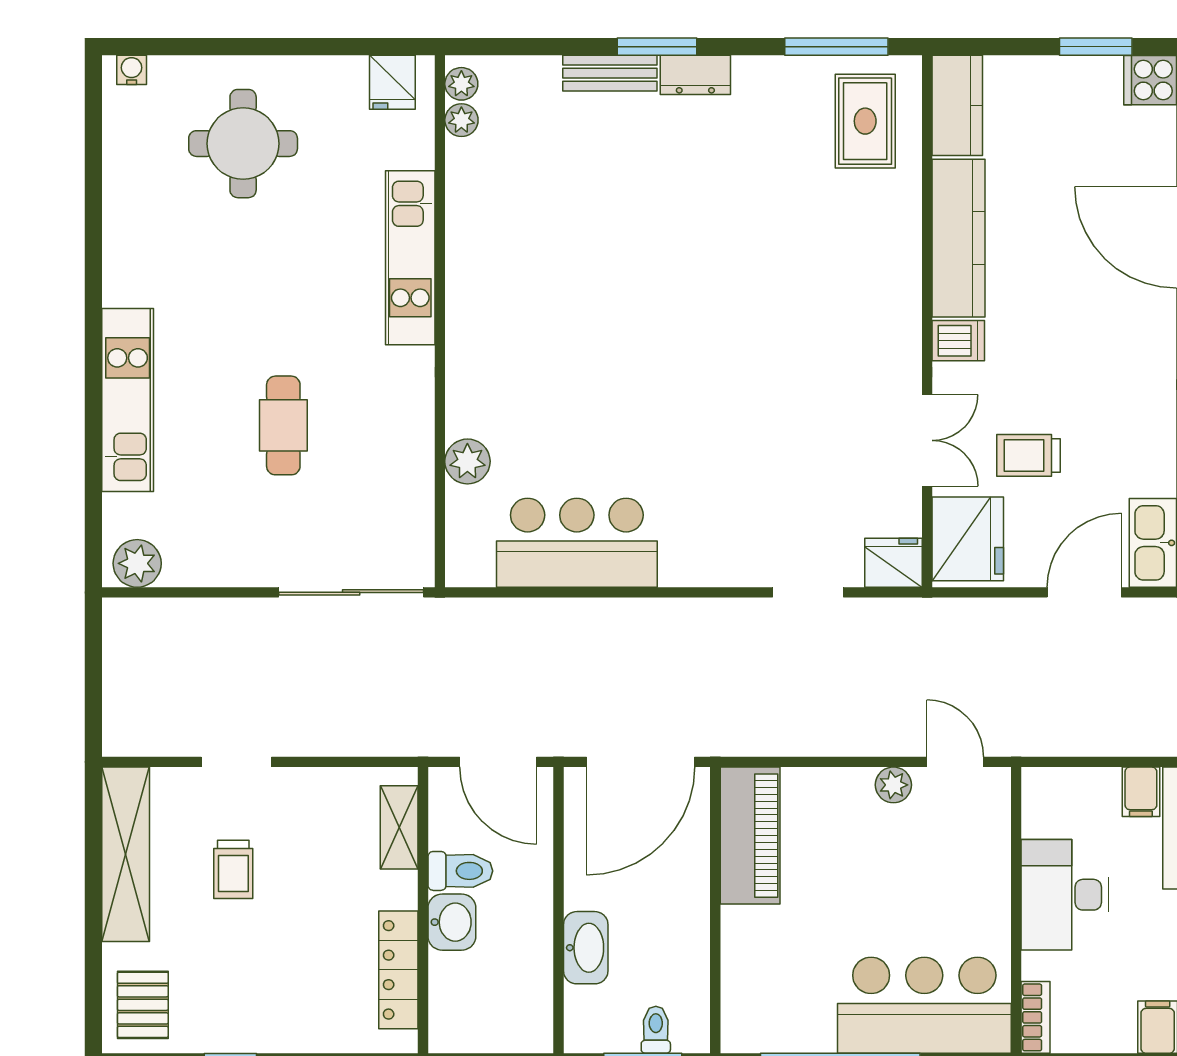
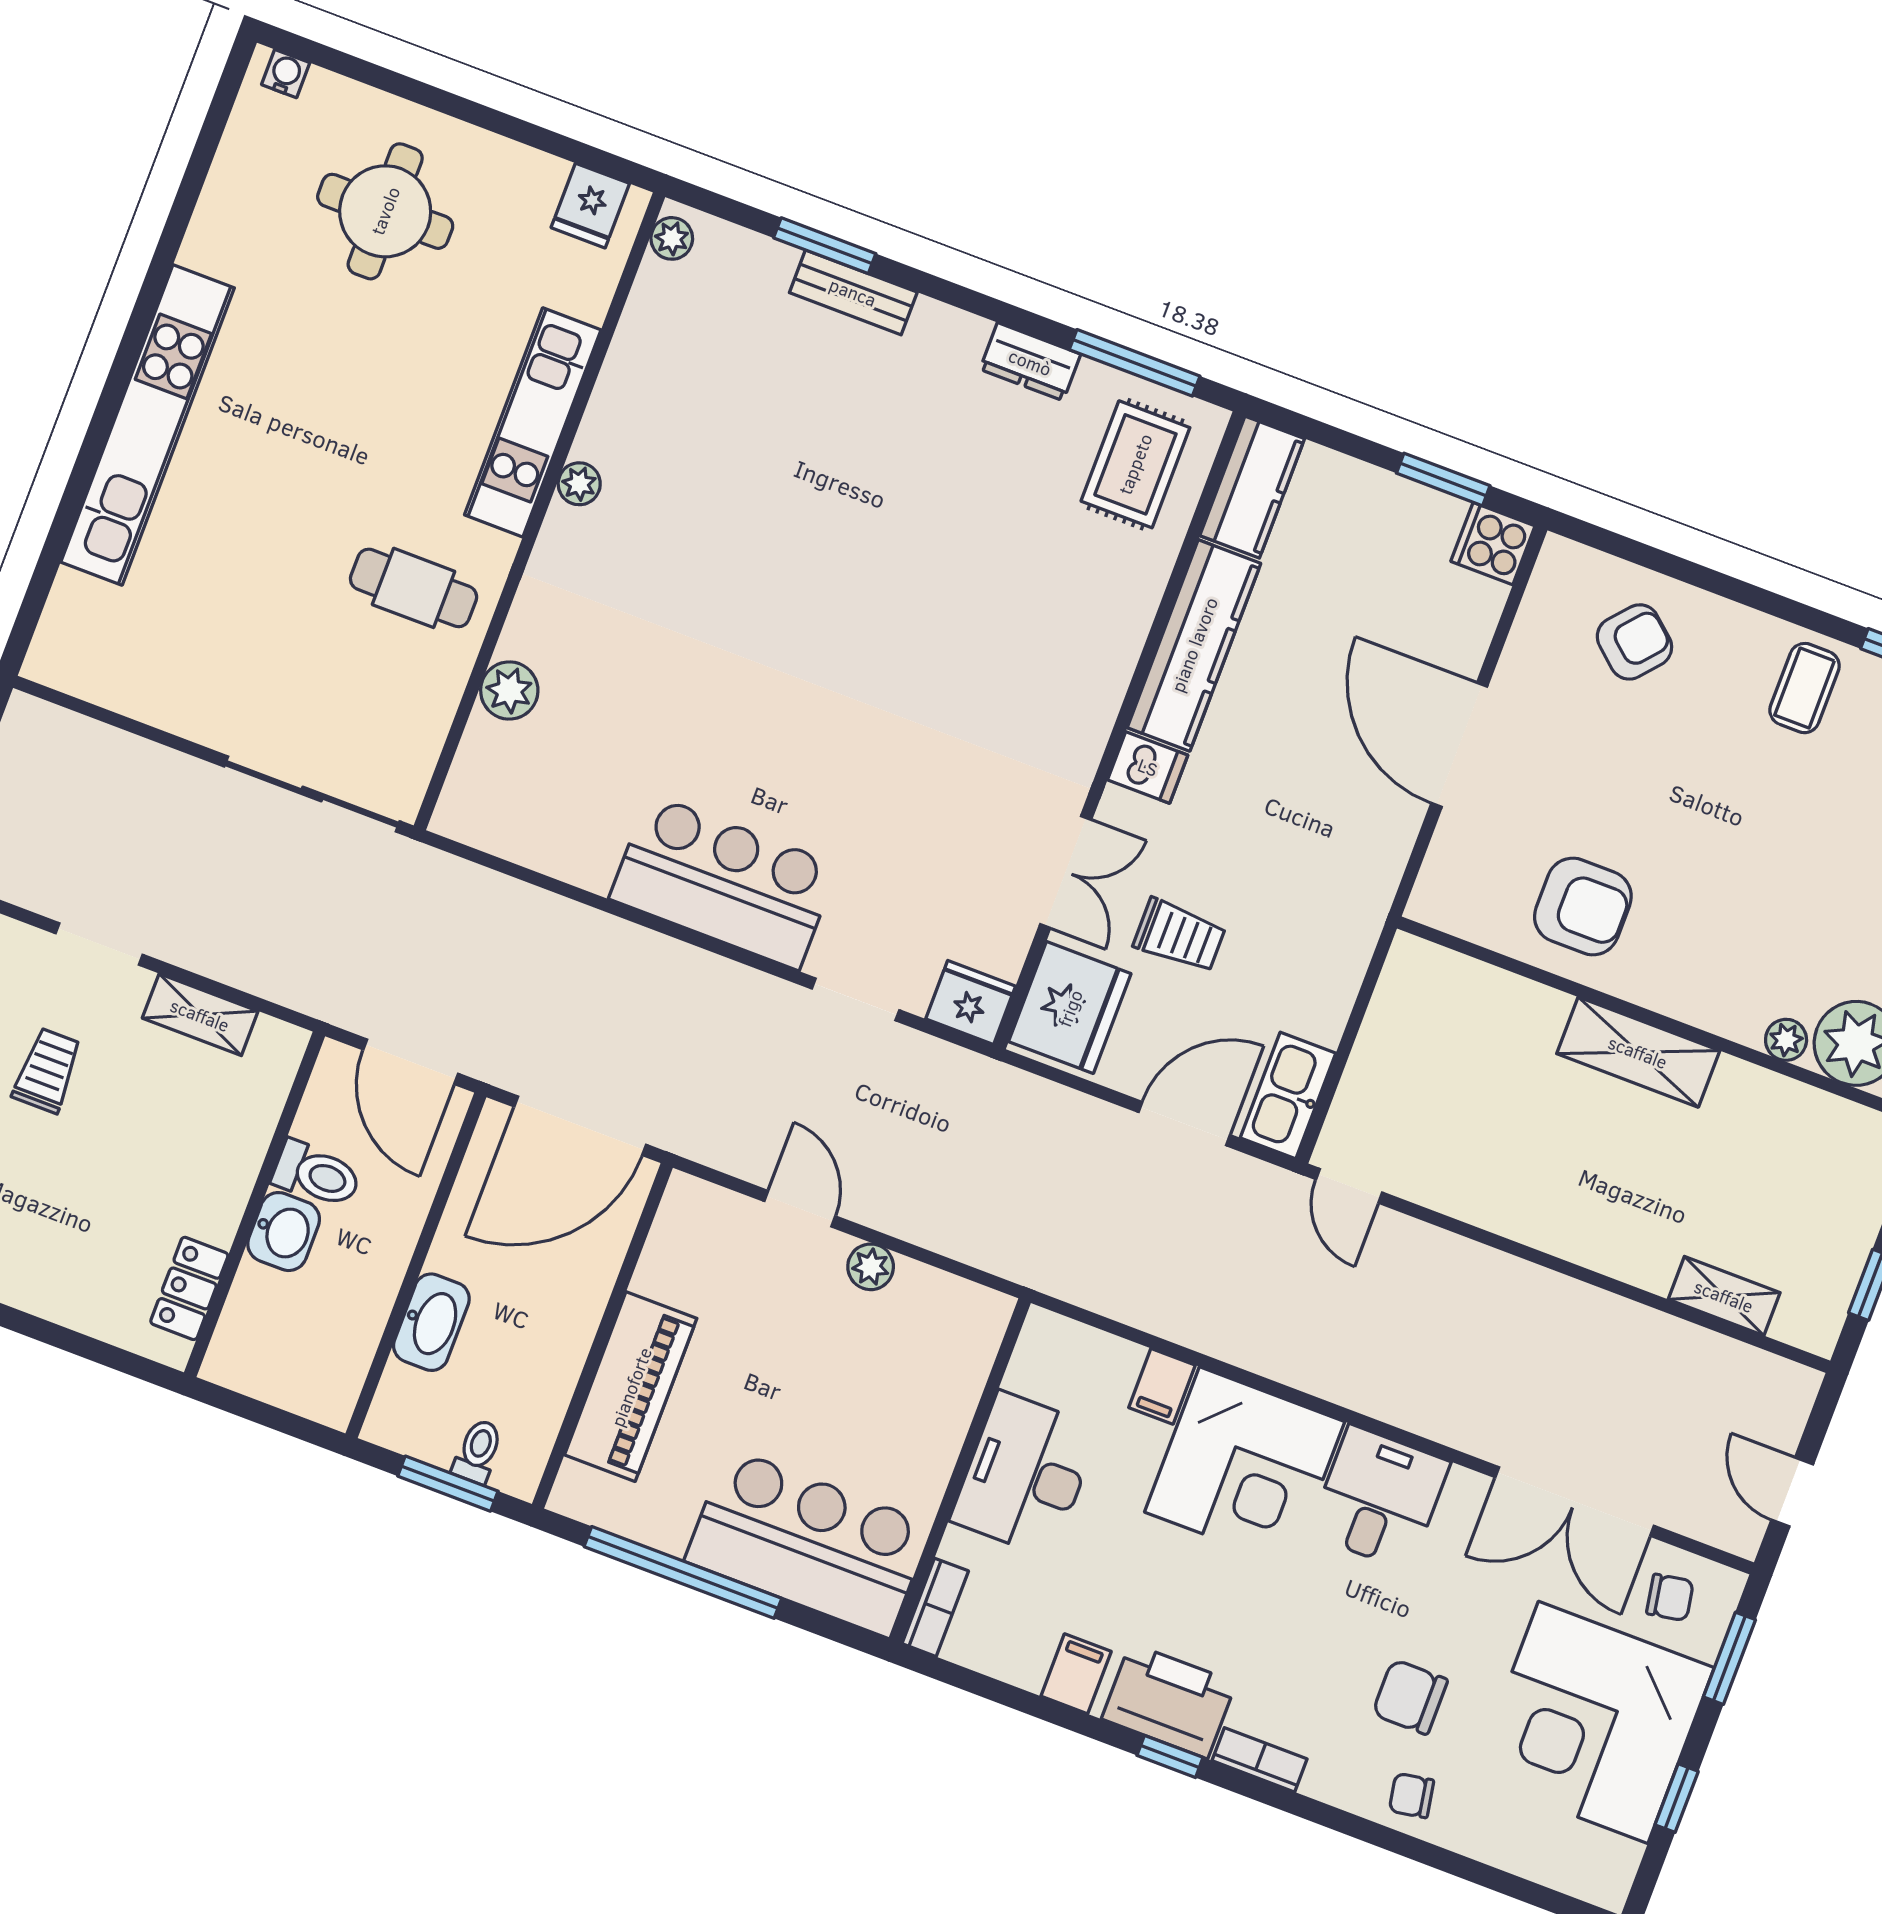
window: (657, 47) -> (825, 246), moved
dresser: (695, 75) -> (1030, 362), moved
plant: (461, 120) -> (579, 484), moved
kitchen unit: (128, 400) -> (148, 425), width x1.36
cafe table: (283, 425) -> (414, 588), moved, turned 90
trolley: (1029, 455) -> (1179, 936), turned 180
bar counter: (577, 543) -> (724, 882), moved
plant: (137, 563) -> (70, 663), removed
door: (955, 762) -> (800, 1209), moved
shelving: (399, 827) -> (200, 1015), moved, turned 90
piano: (750, 836) -> (631, 1387), moved
trolley: (233, 869) -> (47, 1071), turned 180
locker: (398, 970) -> (189, 1288), width x0.66

